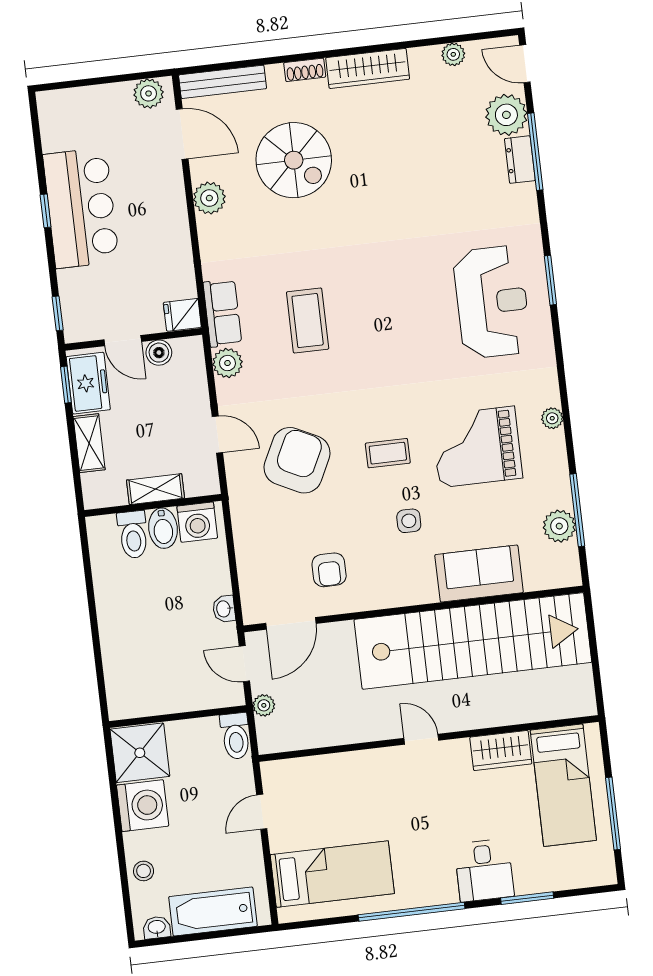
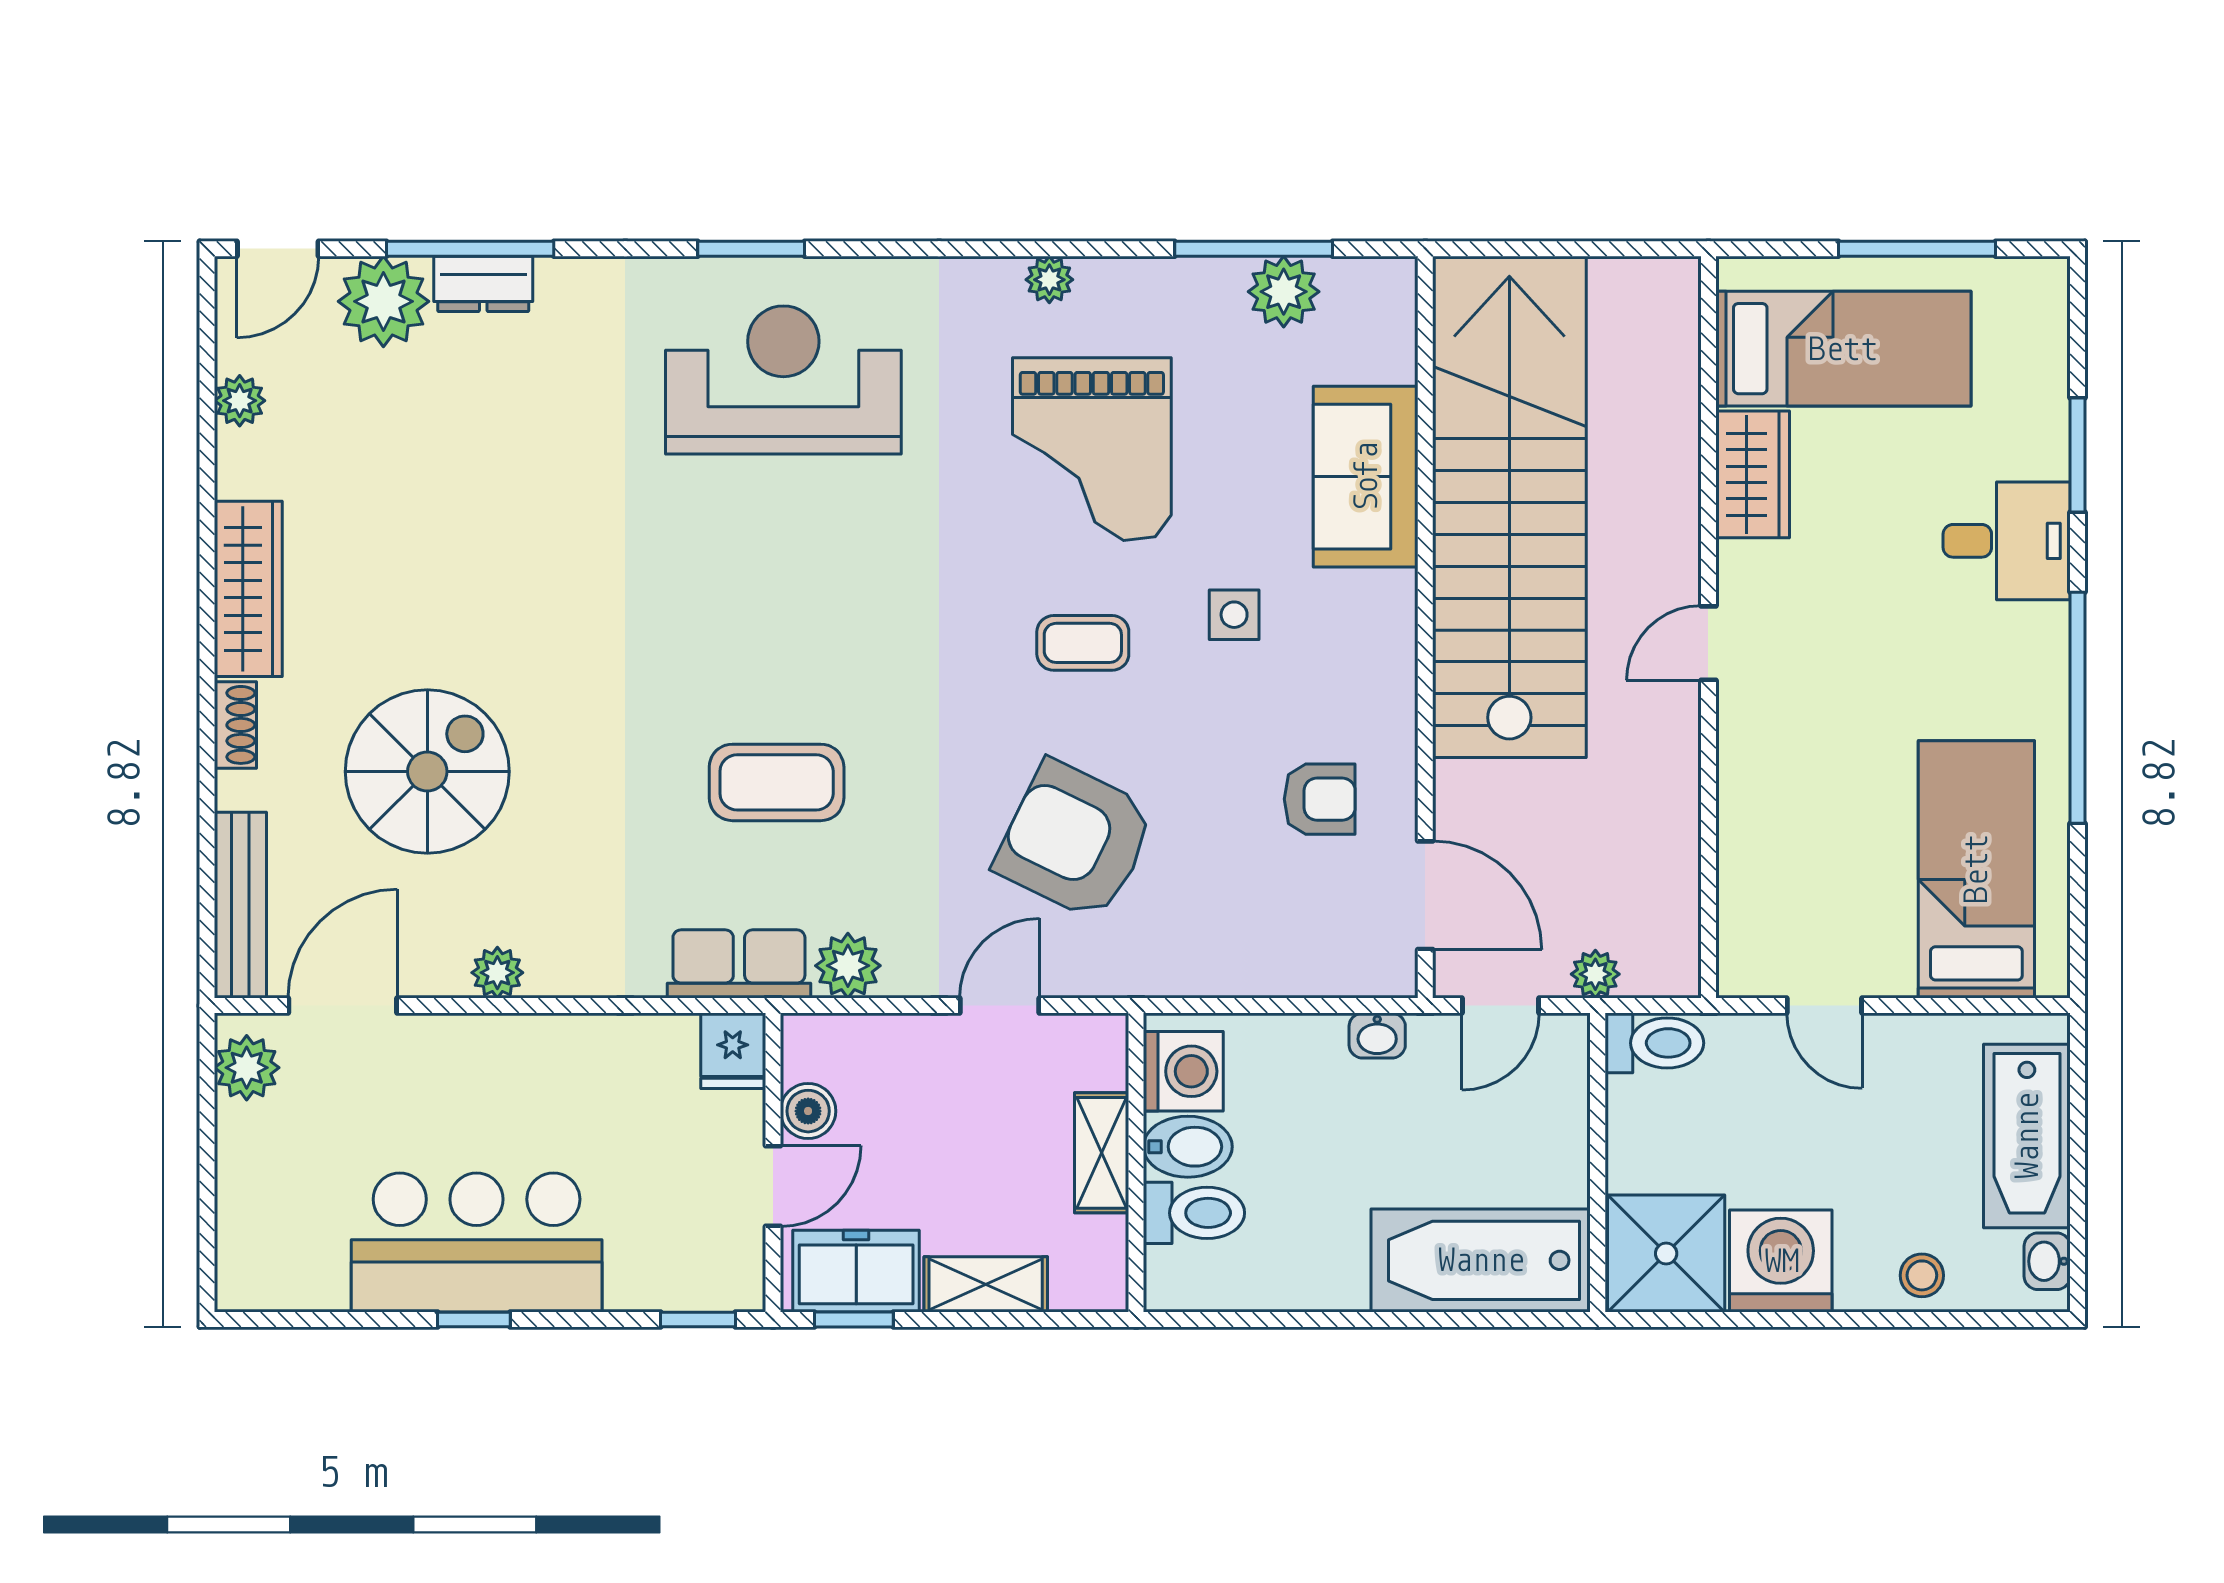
plant: (209, 198) -> (497, 973), width x0.73, depth x0.73
coffee table: (388, 453) -> (1083, 643), turned 90
bathtub: (127, 668) -> (1481, 1260), added

